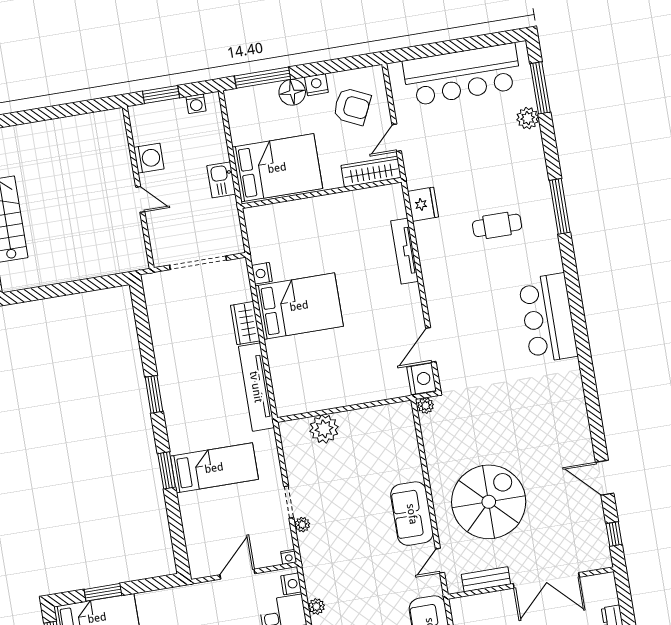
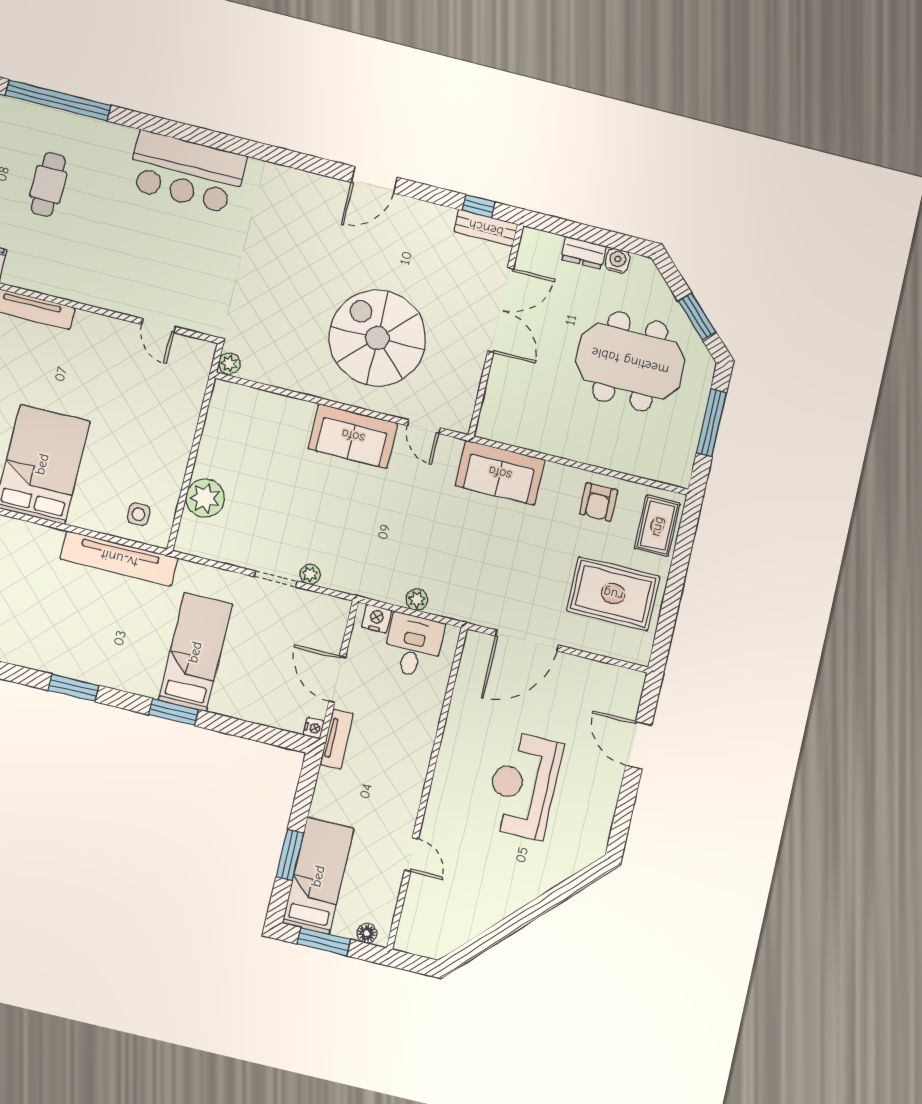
window: (560, 206) -> (58, 100), width x1.46
wardrobe: (245, 323) -> (35, 539), removed
door: (431, 345) -> (158, 326), width x0.73
nightstand: (422, 379) -> (195, 354), removed
side table: (293, 388) -> (139, 514), added
door: (605, 478) -> (374, 180), moved
nightstand: (289, 557) -> (314, 728), moved
bench: (486, 579) -> (486, 228), moved, turned 90
tv unit: (196, 591) -> (337, 739), added

